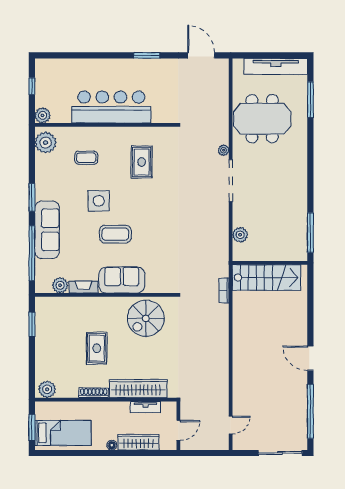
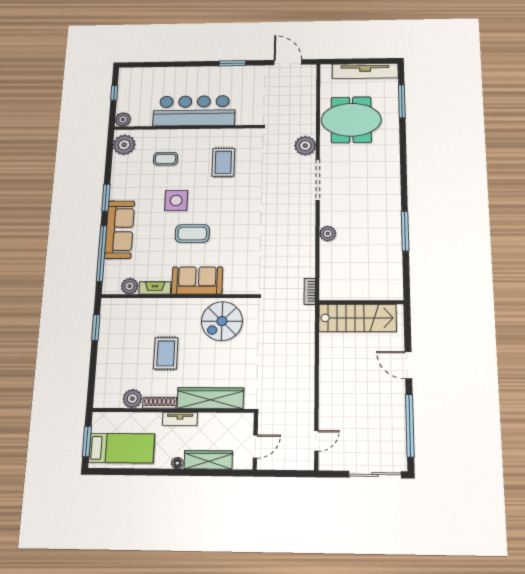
plant: (224, 150) -> (305, 146), width x1.88, depth x1.88
wall: (270, 263) -> (361, 302), moved
stairs: (267, 278) -> (357, 318), moved
plant: (47, 389) -> (132, 399), moved
tv unit: (146, 407) -> (180, 419), moved

